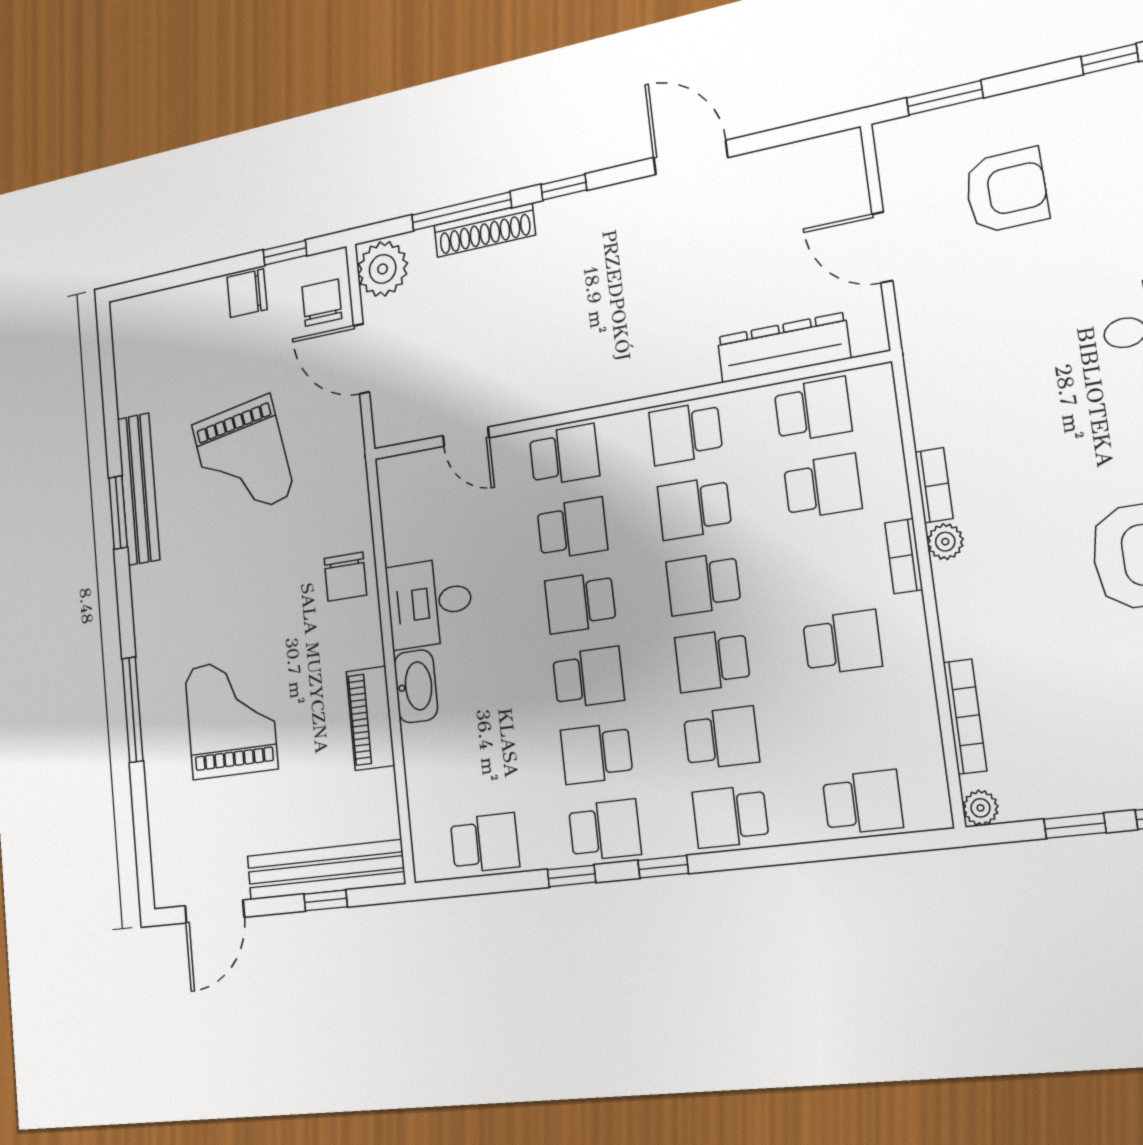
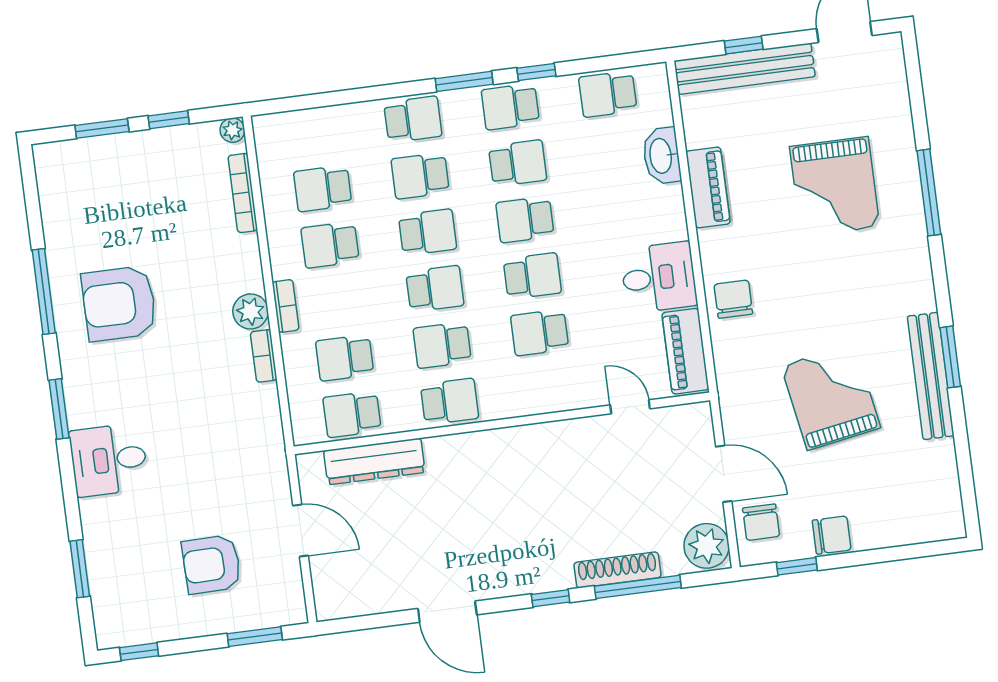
school desk: (564, 455) -> (547, 389), removed
school desk: (694, 508) -> (442, 345), turned 180
piano: (401, 510) -> (685, 351), added
plant: (945, 542) -> (251, 311), width x1.38, depth x1.38
washbasin: (416, 686) -> (662, 156), moved
school desk: (863, 802) -> (323, 188), moved
window: (663, 867) -> (464, 81), width x1.50

